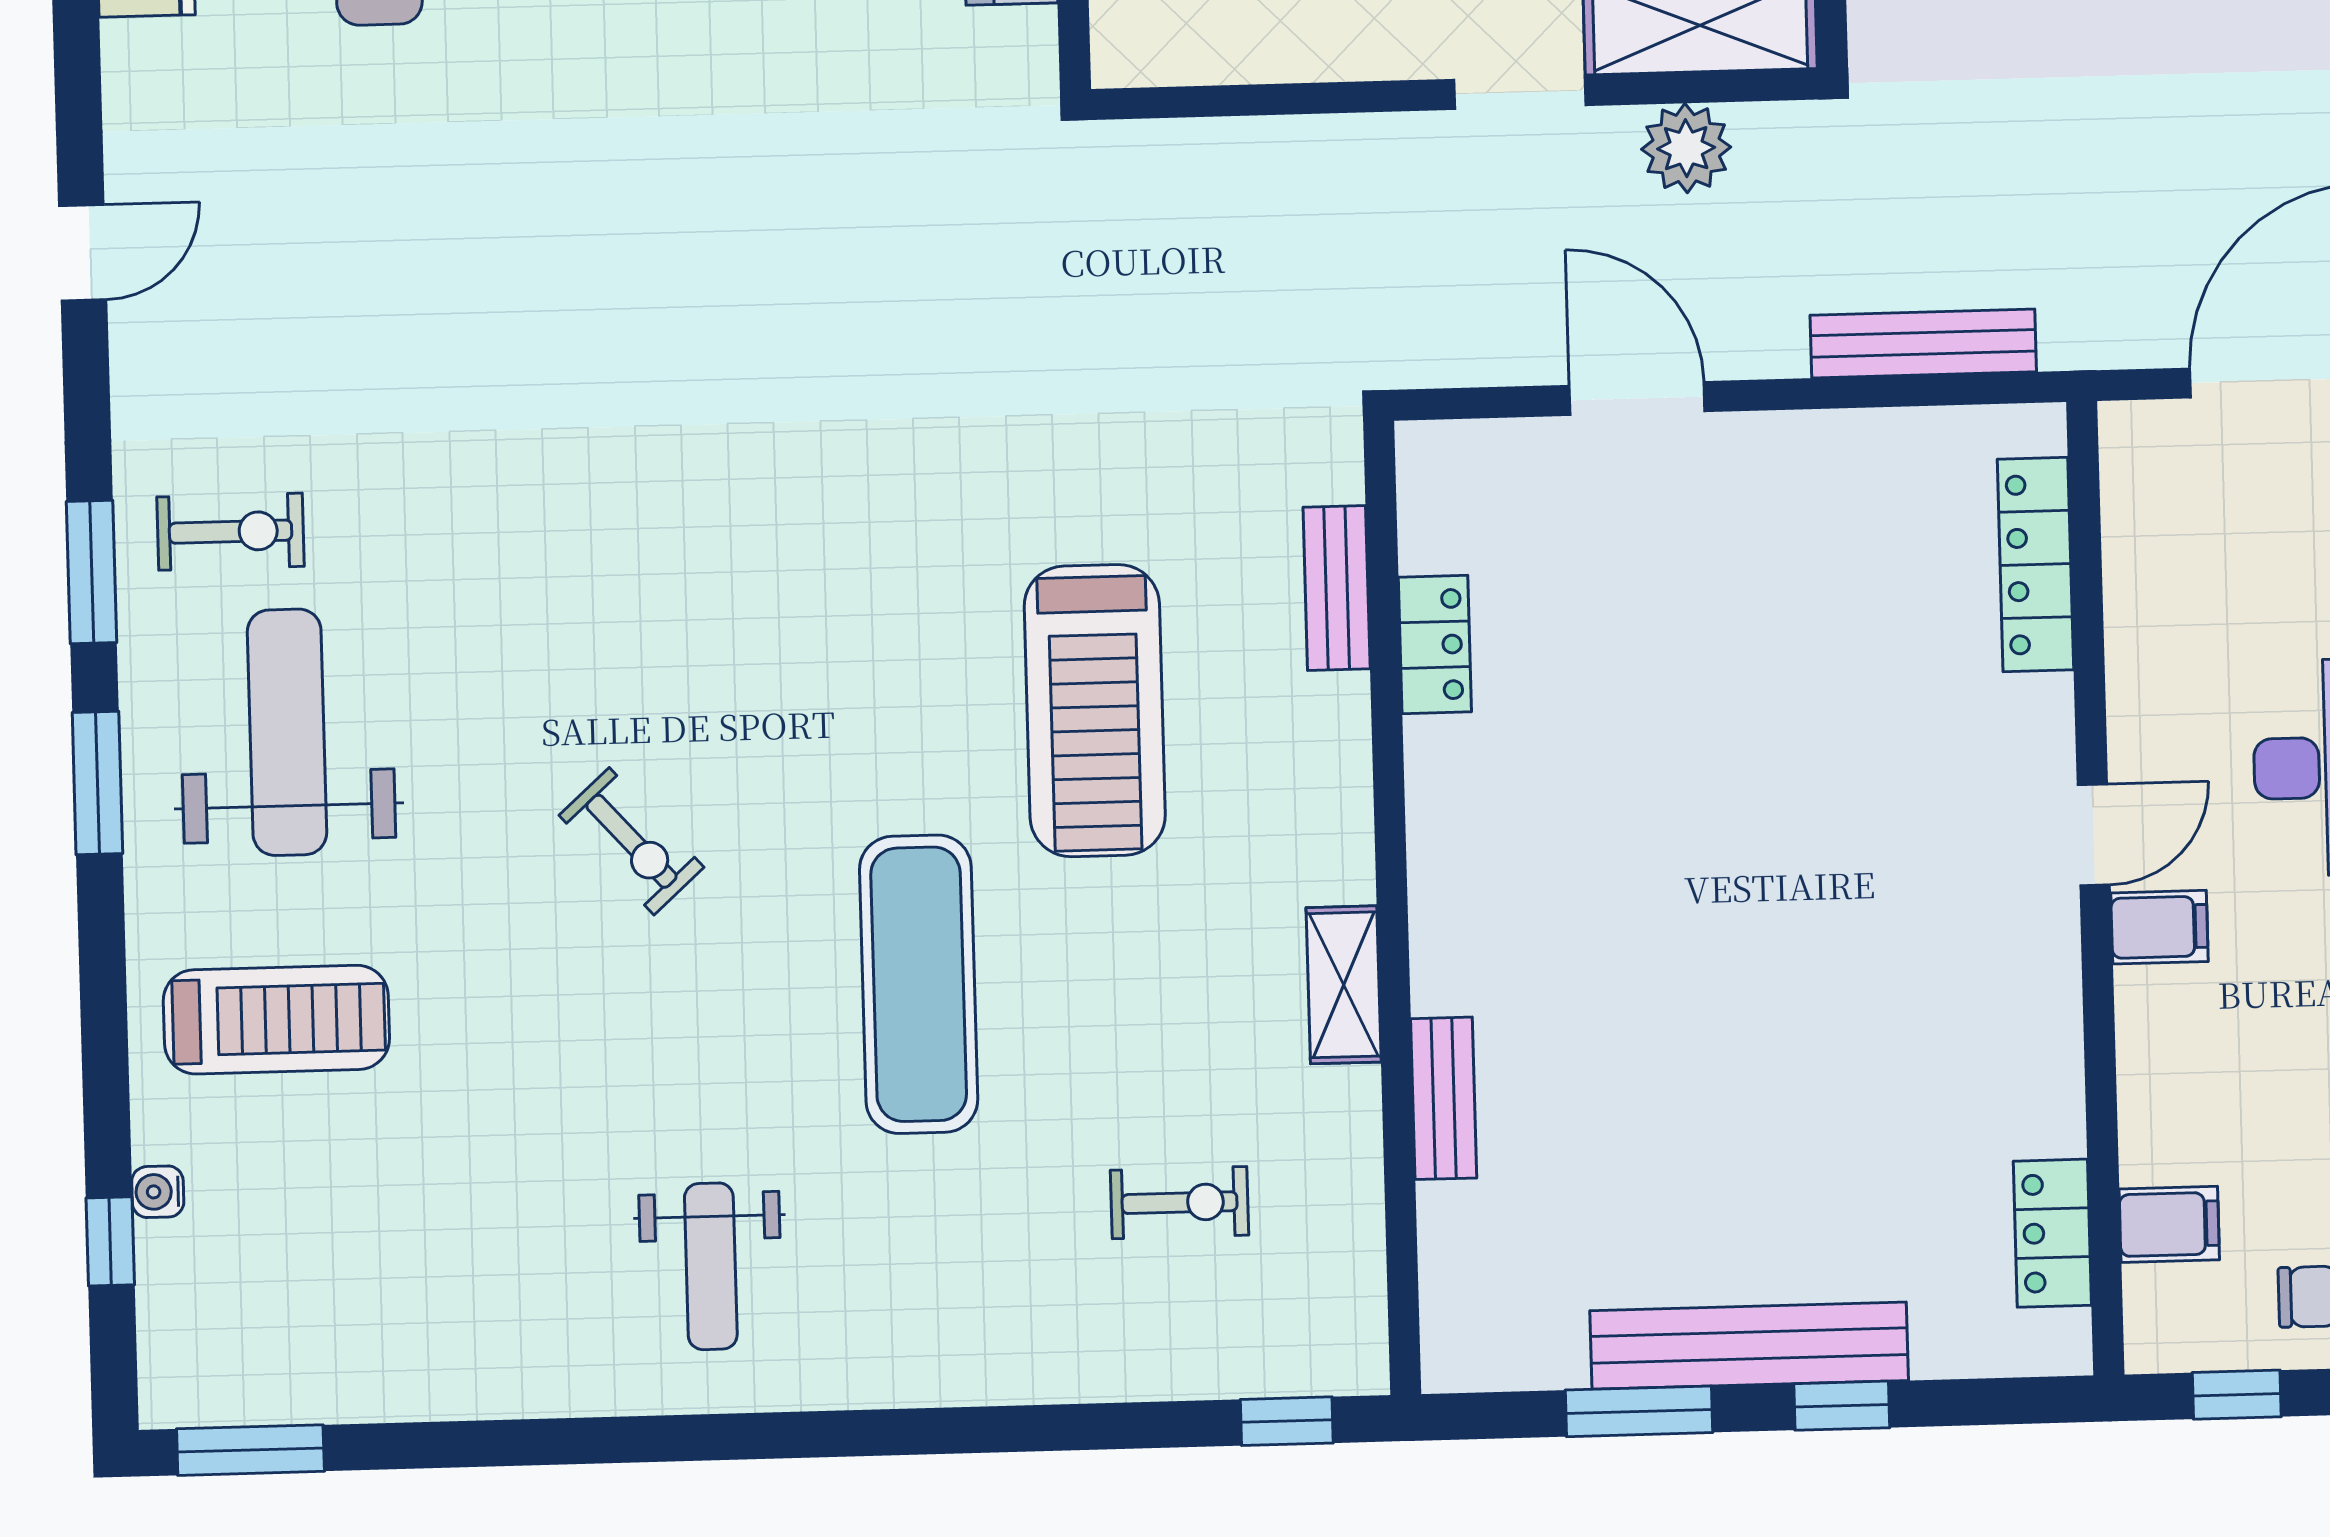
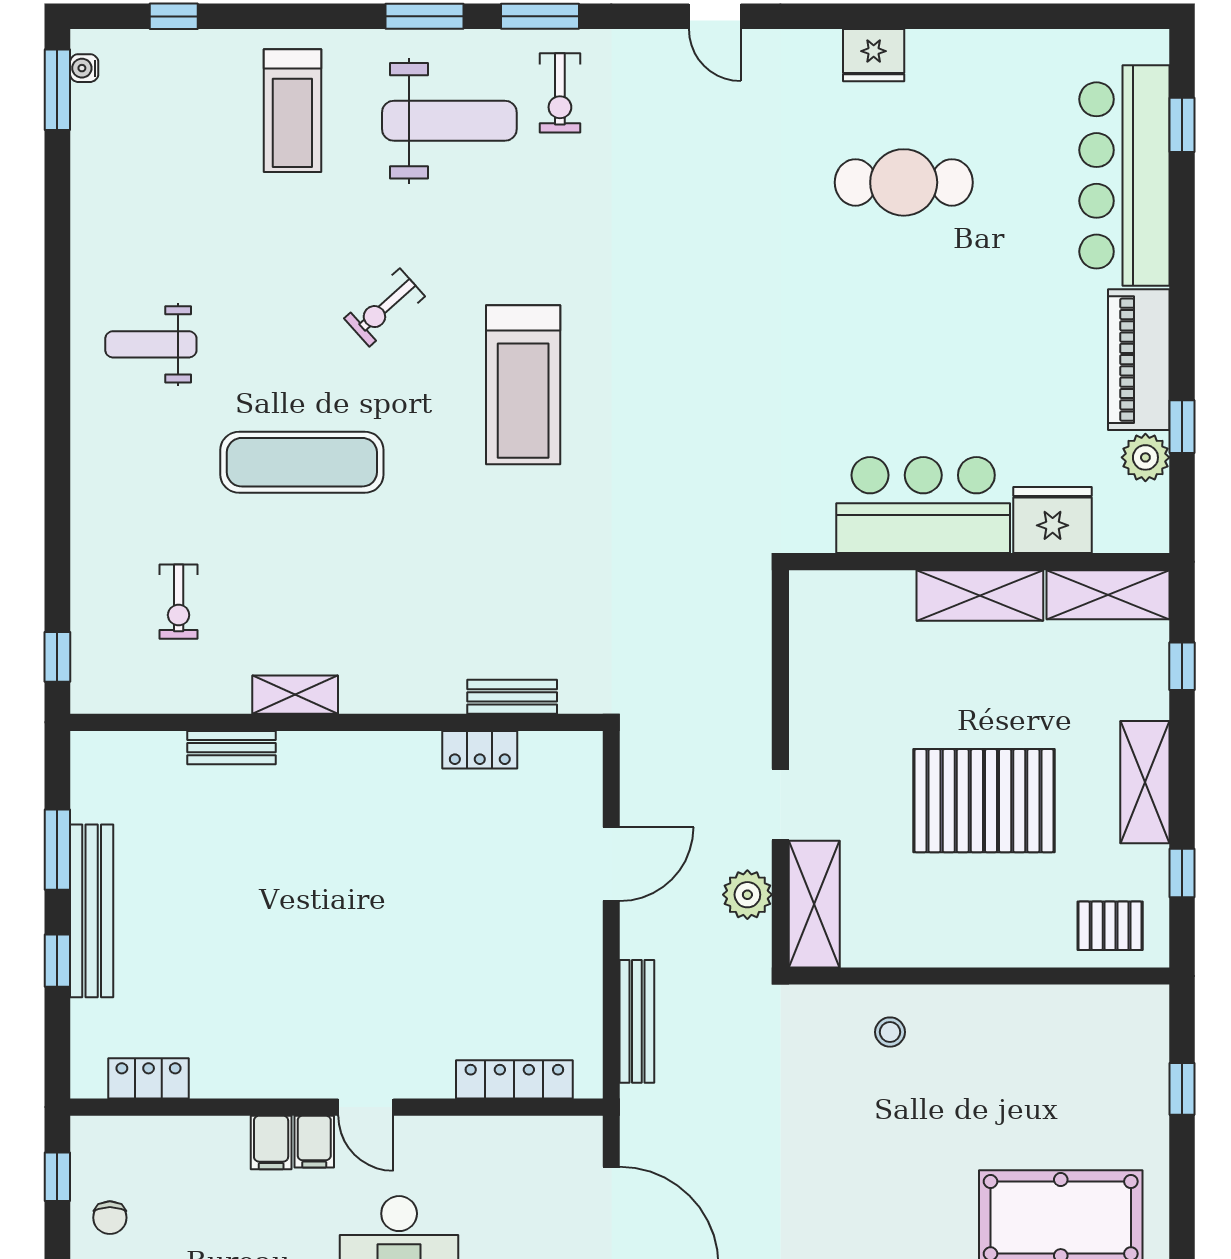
treadmill: (1095, 711) -> (523, 385), moved, turned -90
water cooler: (158, 1192) -> (84, 68), moved, turned -90
filing cabinet: (2169, 1224) -> (271, 1142), moved

